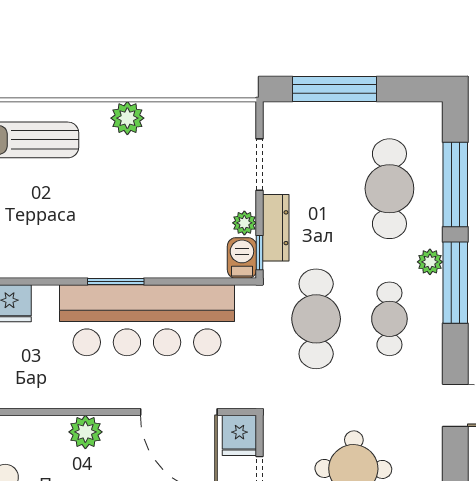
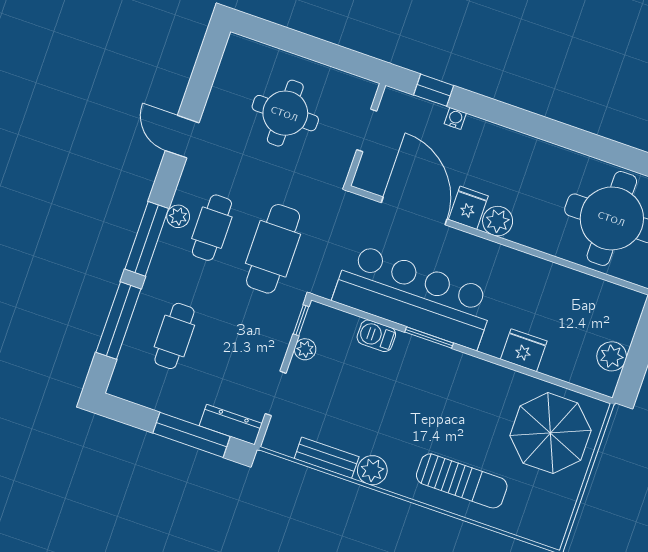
bench: (181, 115) -> (327, 458), added
cafe table: (389, 189) -> (174, 336), width x0.73, depth x0.74
dresser: (276, 228) -> (231, 425), moved, turned 90
barbecue: (242, 258) -> (376, 336), moved, turned 90
plant: (430, 262) -> (178, 216), moved
fridge: (239, 435) -> (468, 208), moved

